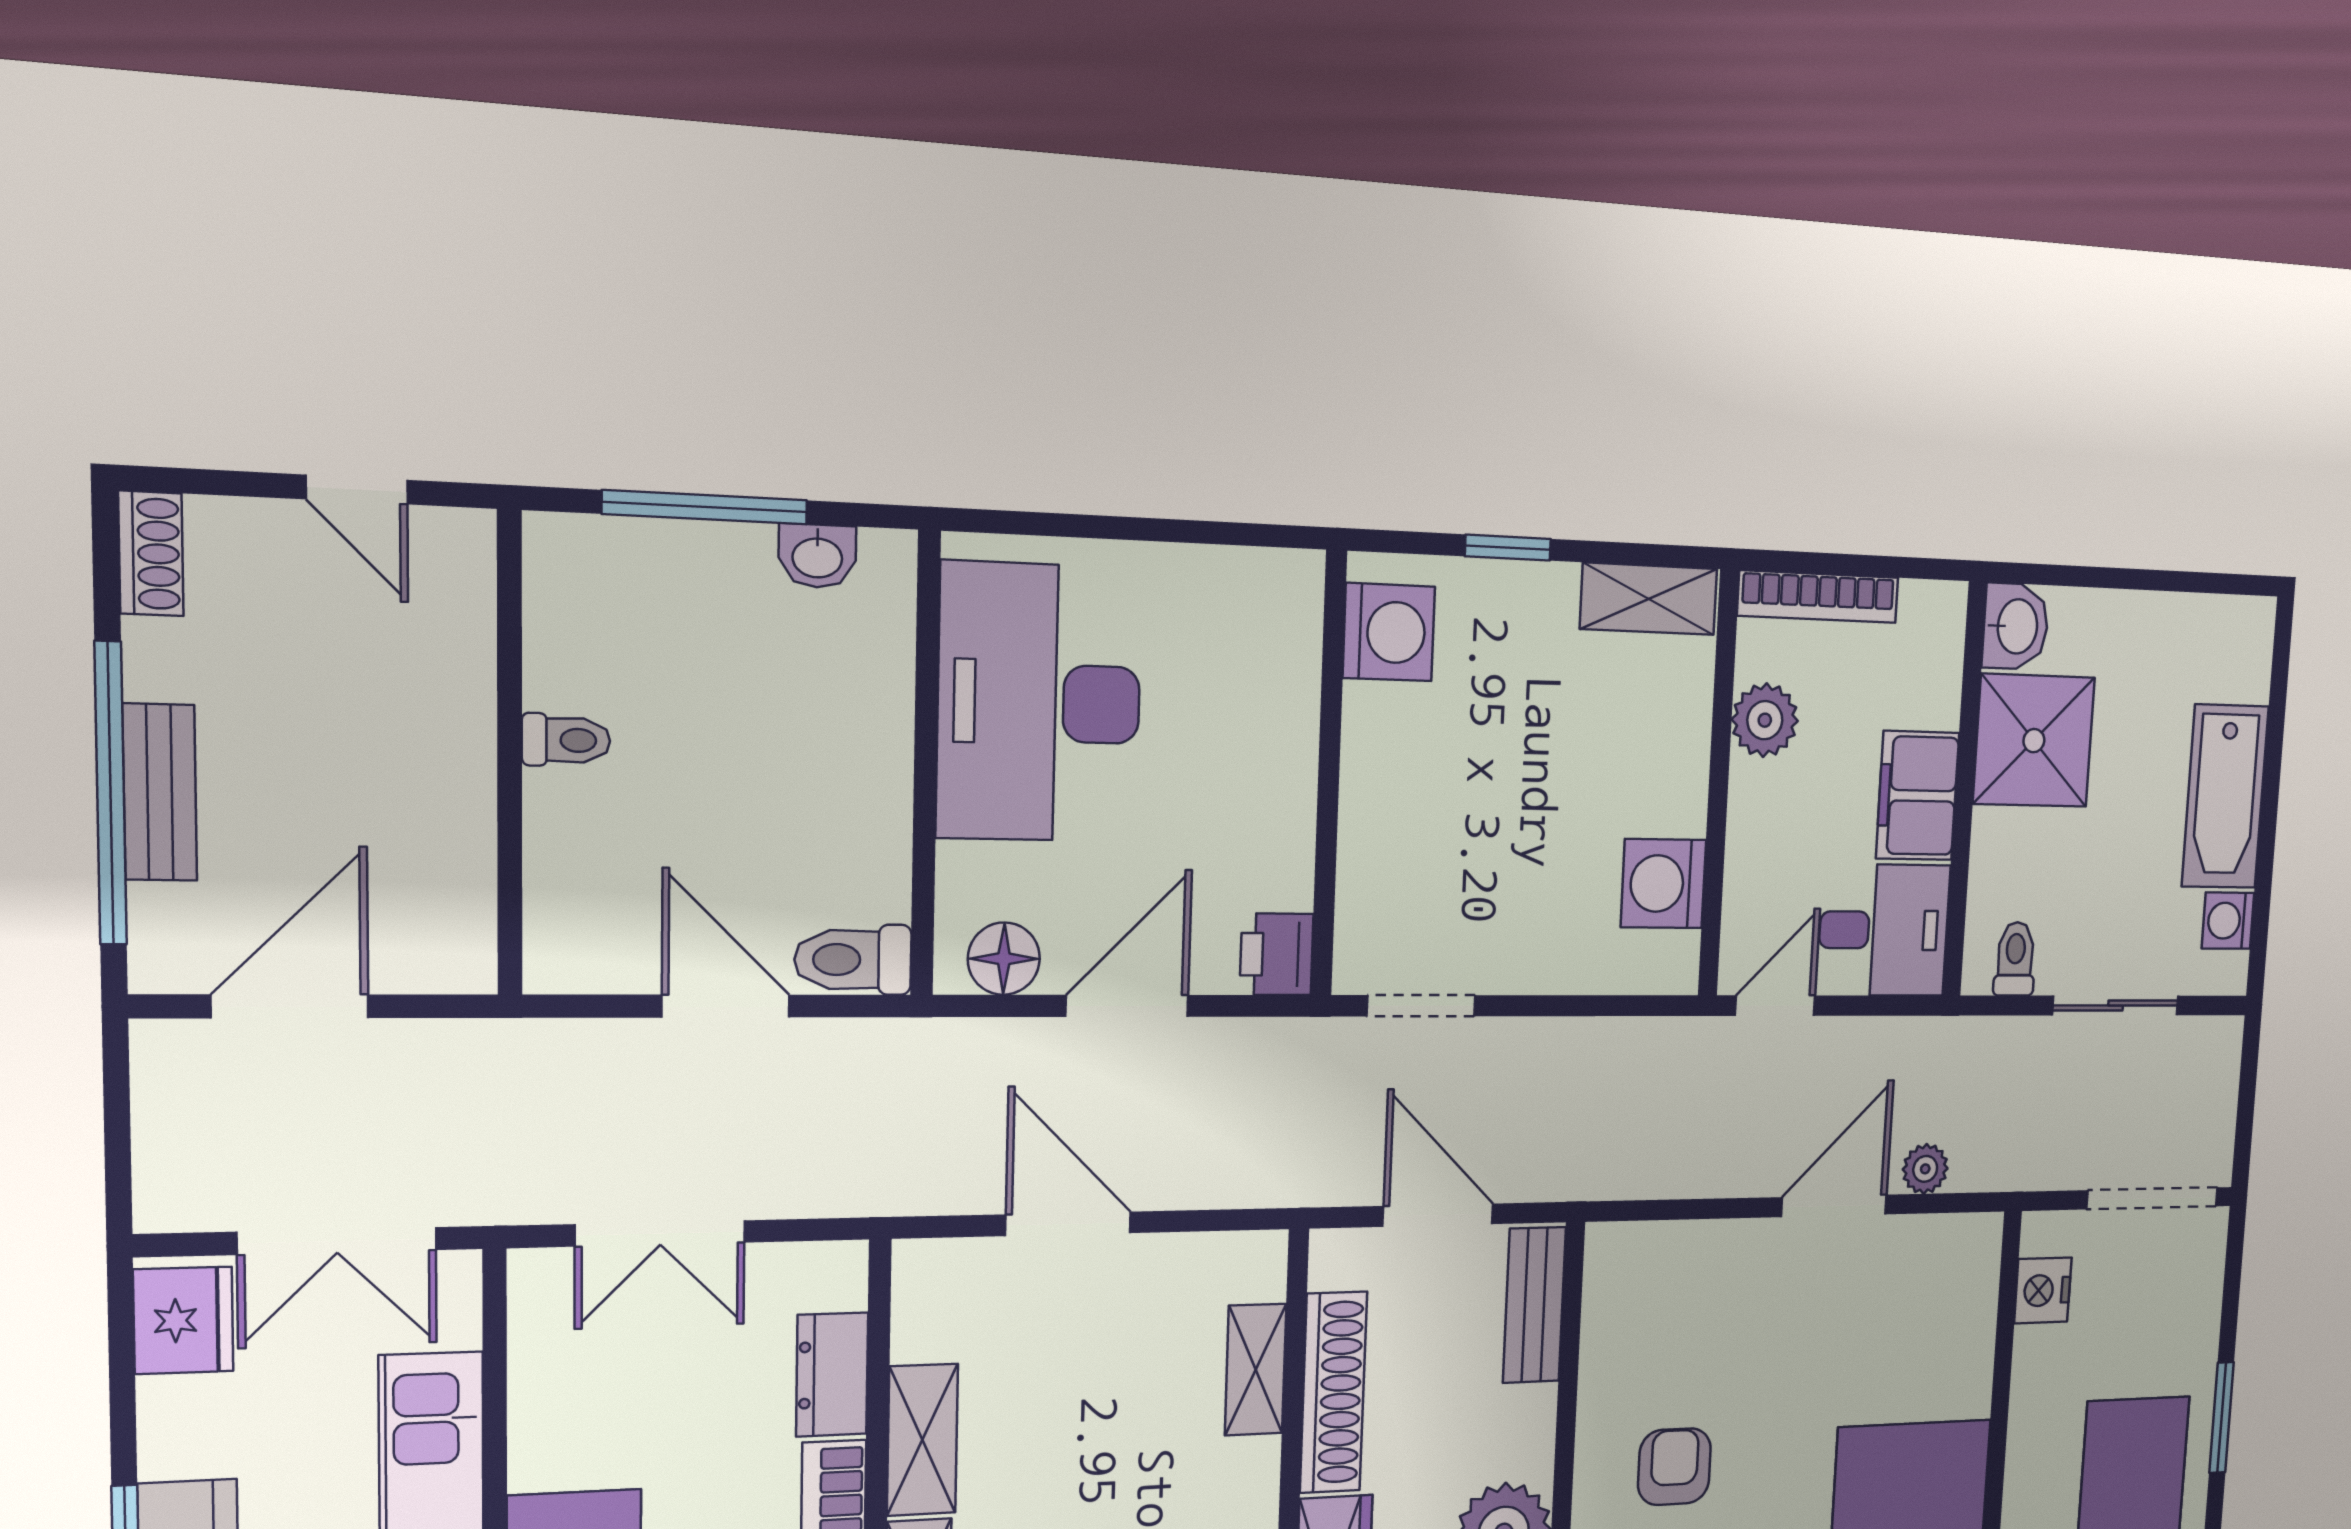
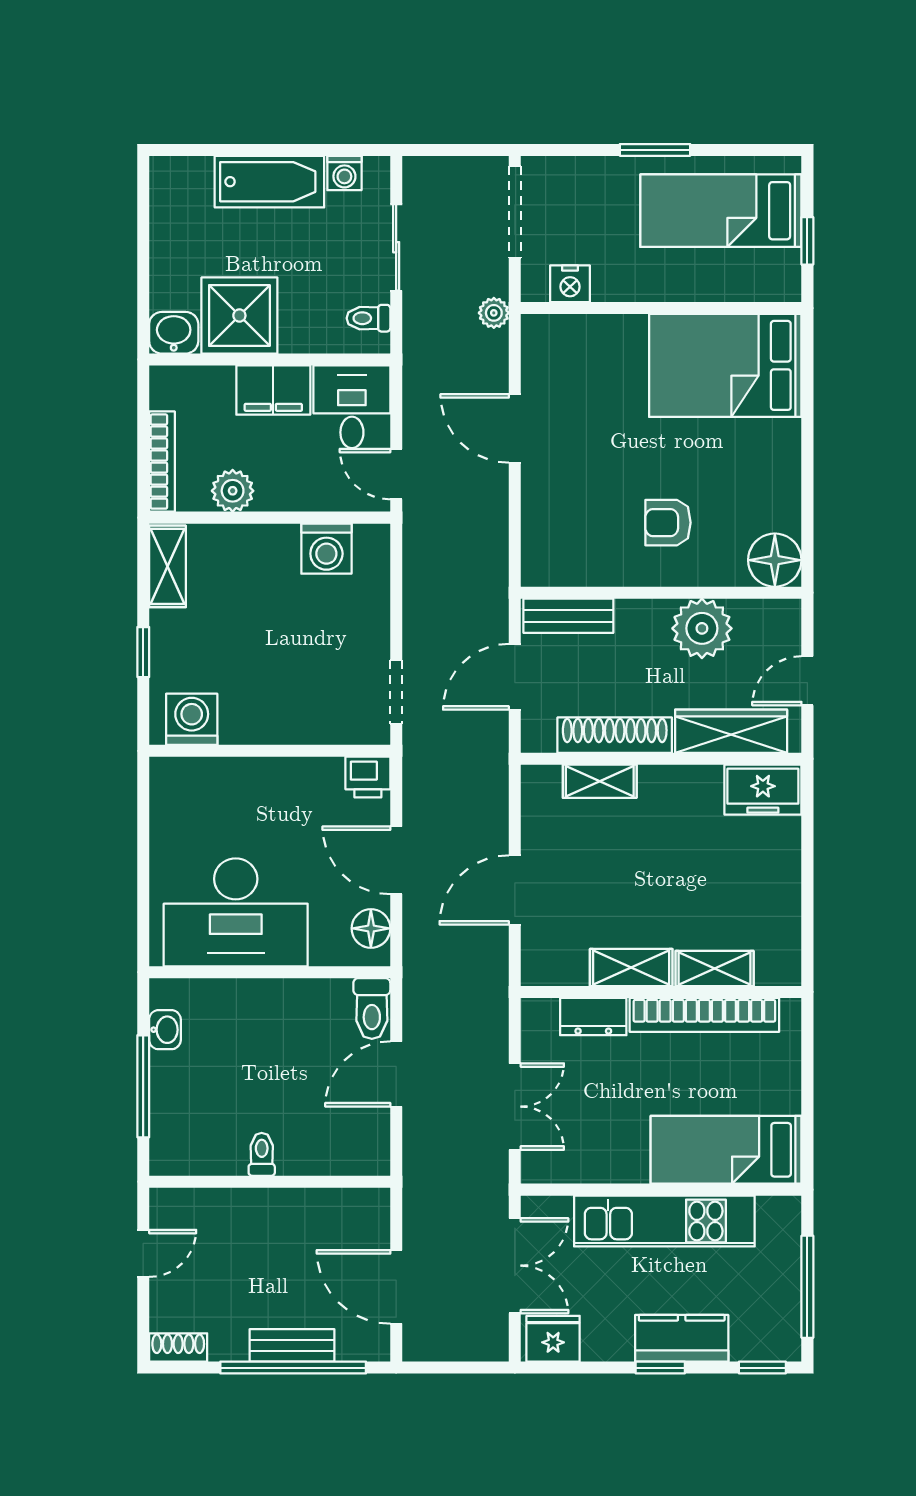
plant: (1925, 1169) -> (494, 313), moved

